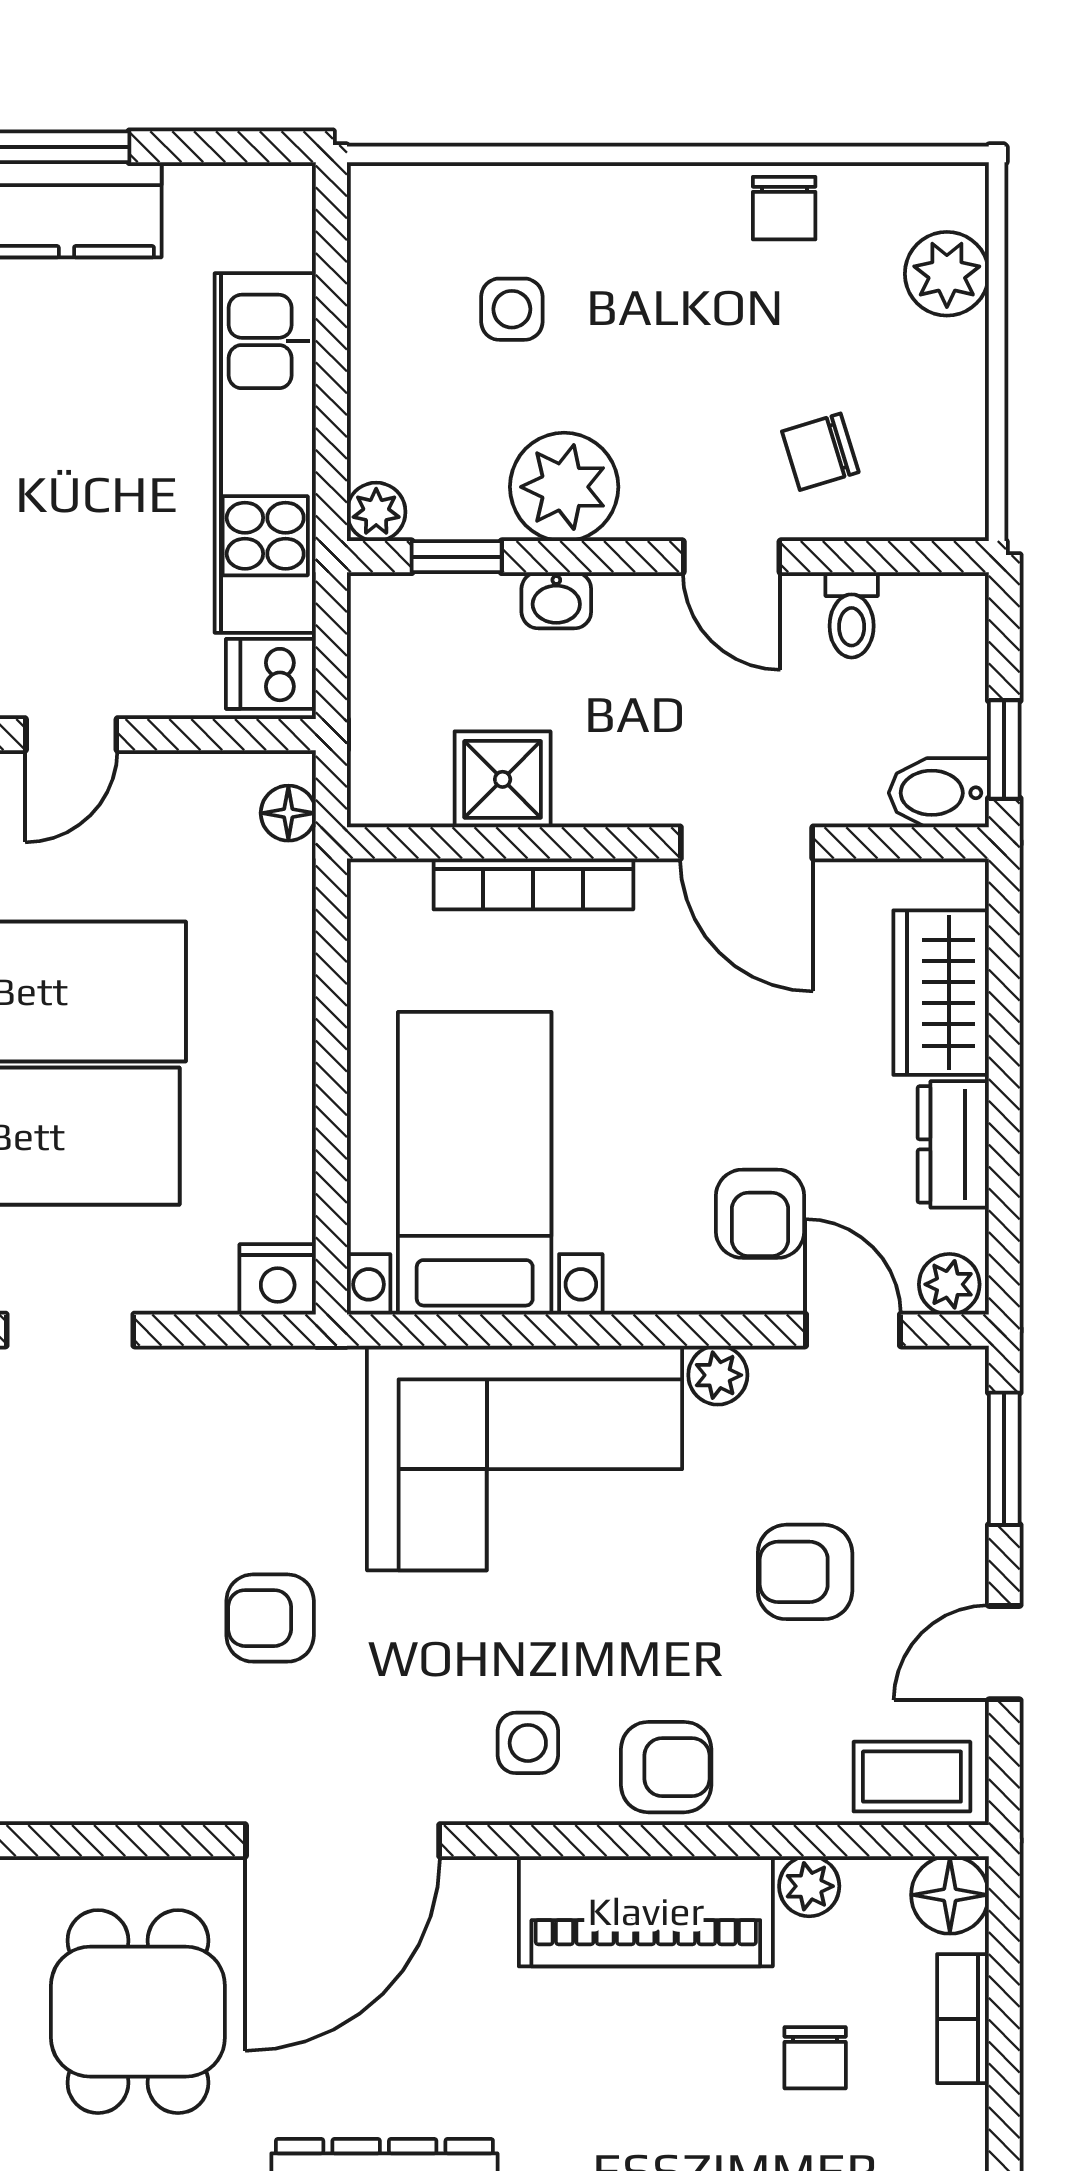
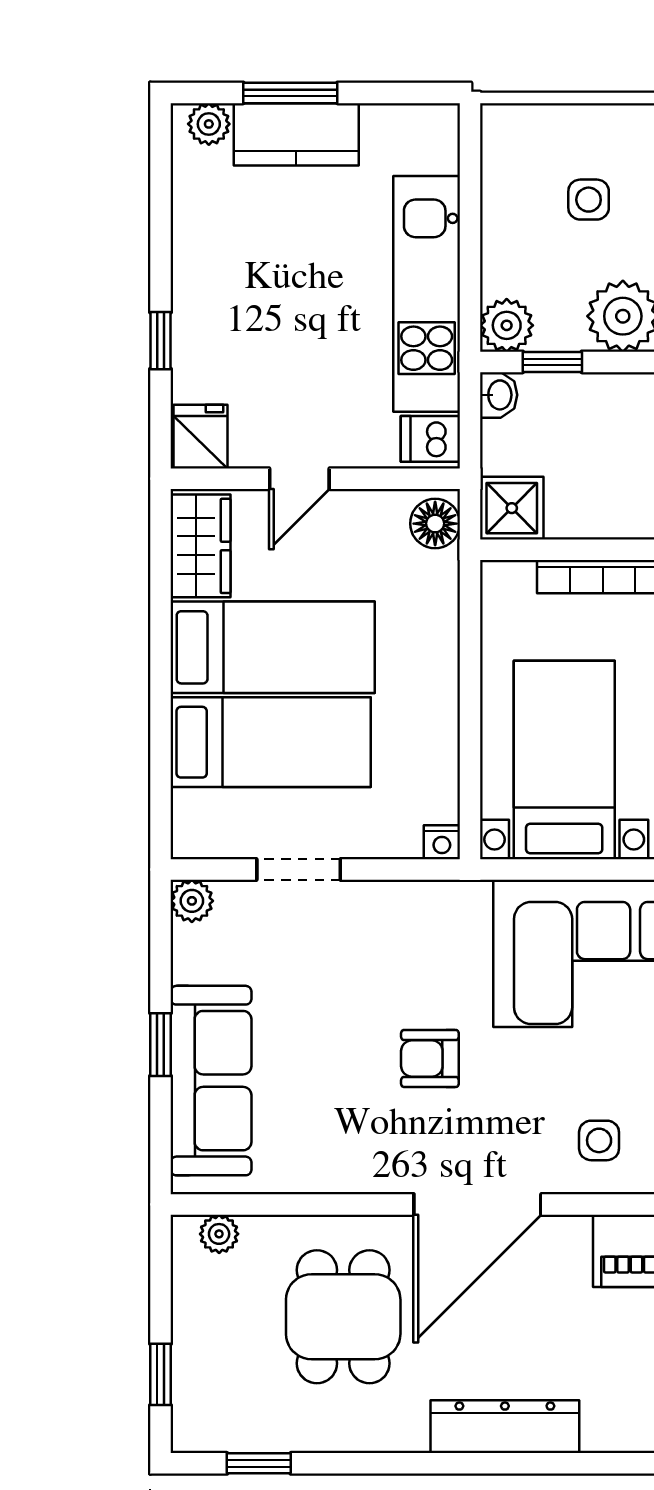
plant: (376, 512) -> (507, 325), width x1.38, depth x1.38
washbasin: (556, 600) -> (499, 395), moved, turned -90
shower: (503, 779) -> (512, 508), moved
floor lamp: (288, 813) -> (435, 524), width x1.37, depth x1.37
nightstand: (278, 1279) -> (442, 842), width x0.72, depth x0.74

